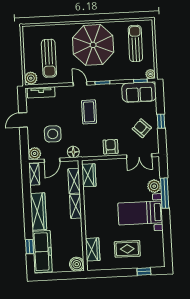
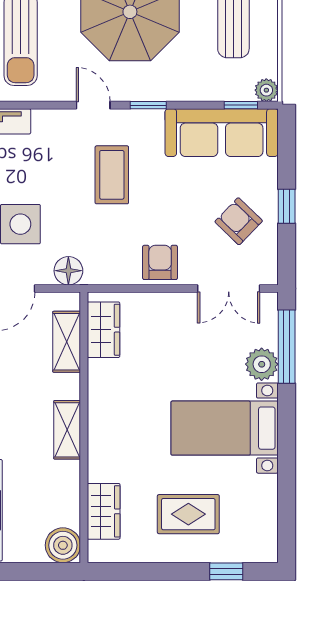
sofa: (139, 92) -> (222, 133), width x1.36
window: (165, 193) -> (287, 347), moved
shelving: (76, 206) -> (67, 430), moved

